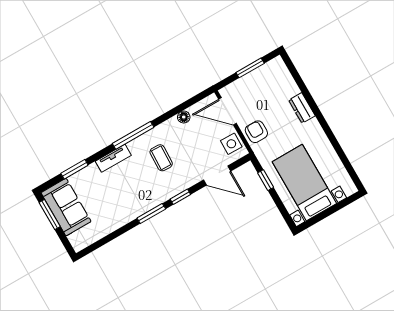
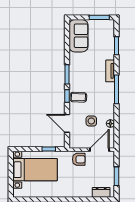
dresser: (302, 108) -> (101, 192), moved
side table: (231, 144) -> (91, 121), moved
coffee table: (161, 158) -> (78, 97), moved
door: (217, 176) -> (67, 123), hinge flipped
sofa: (66, 207) -> (78, 36), moved, turned -90

